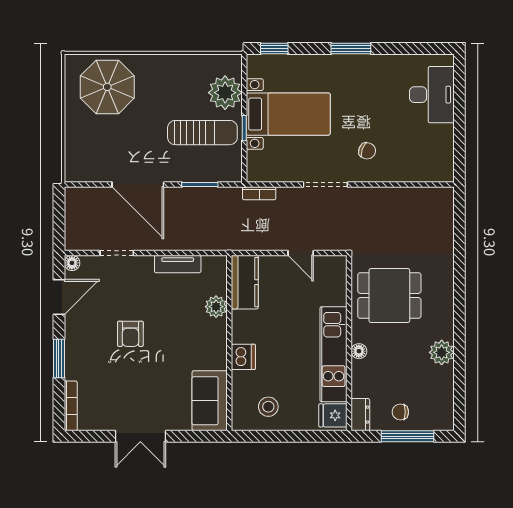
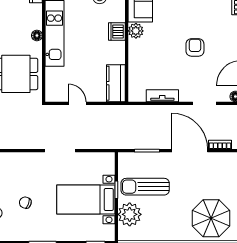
chair: (367, 151) -> (25, 203), moved
bookcase: (259, 193) -> (220, 145), moved
plant: (216, 307) -> (136, 31), moved

